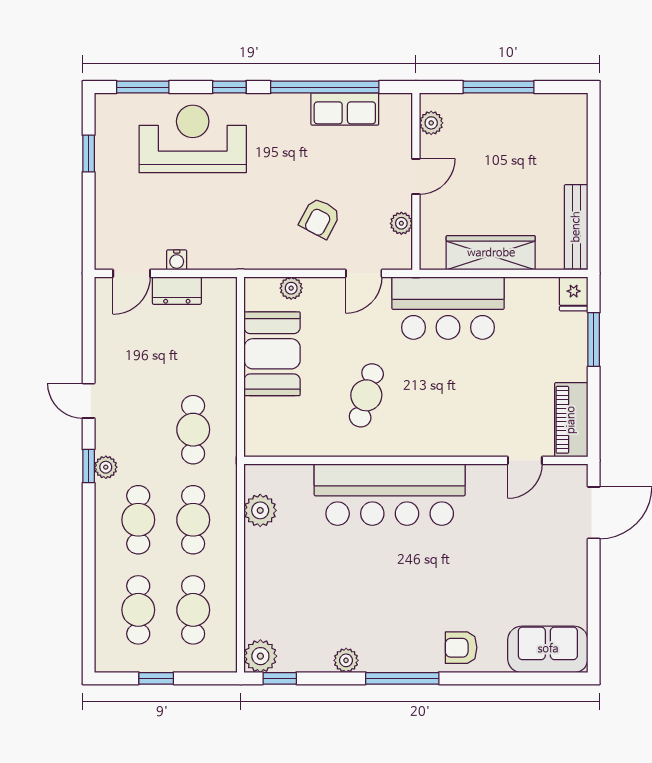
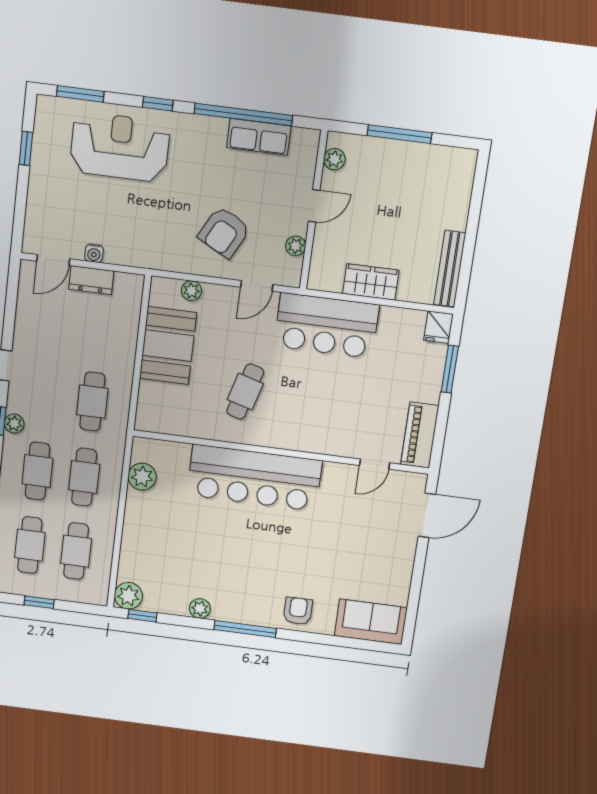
armchair: (320, 218) -> (224, 232), width x1.38, depth x1.38
wardrobe: (491, 253) -> (371, 282), width x0.67
armchair: (461, 648) -> (298, 611), turned 90

